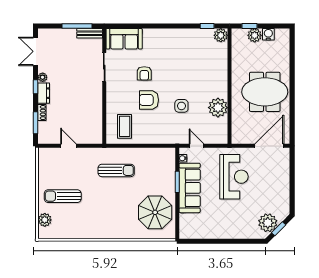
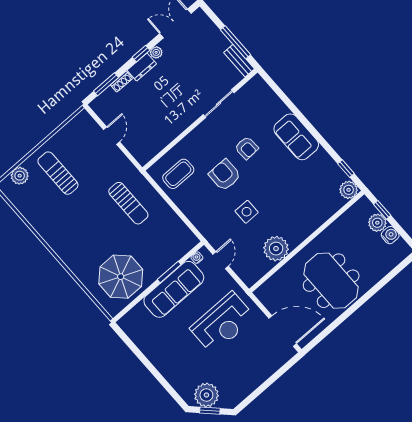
sofa: (124, 39) -> (296, 137), moved
armchair: (144, 73) -> (247, 148), turned -93

